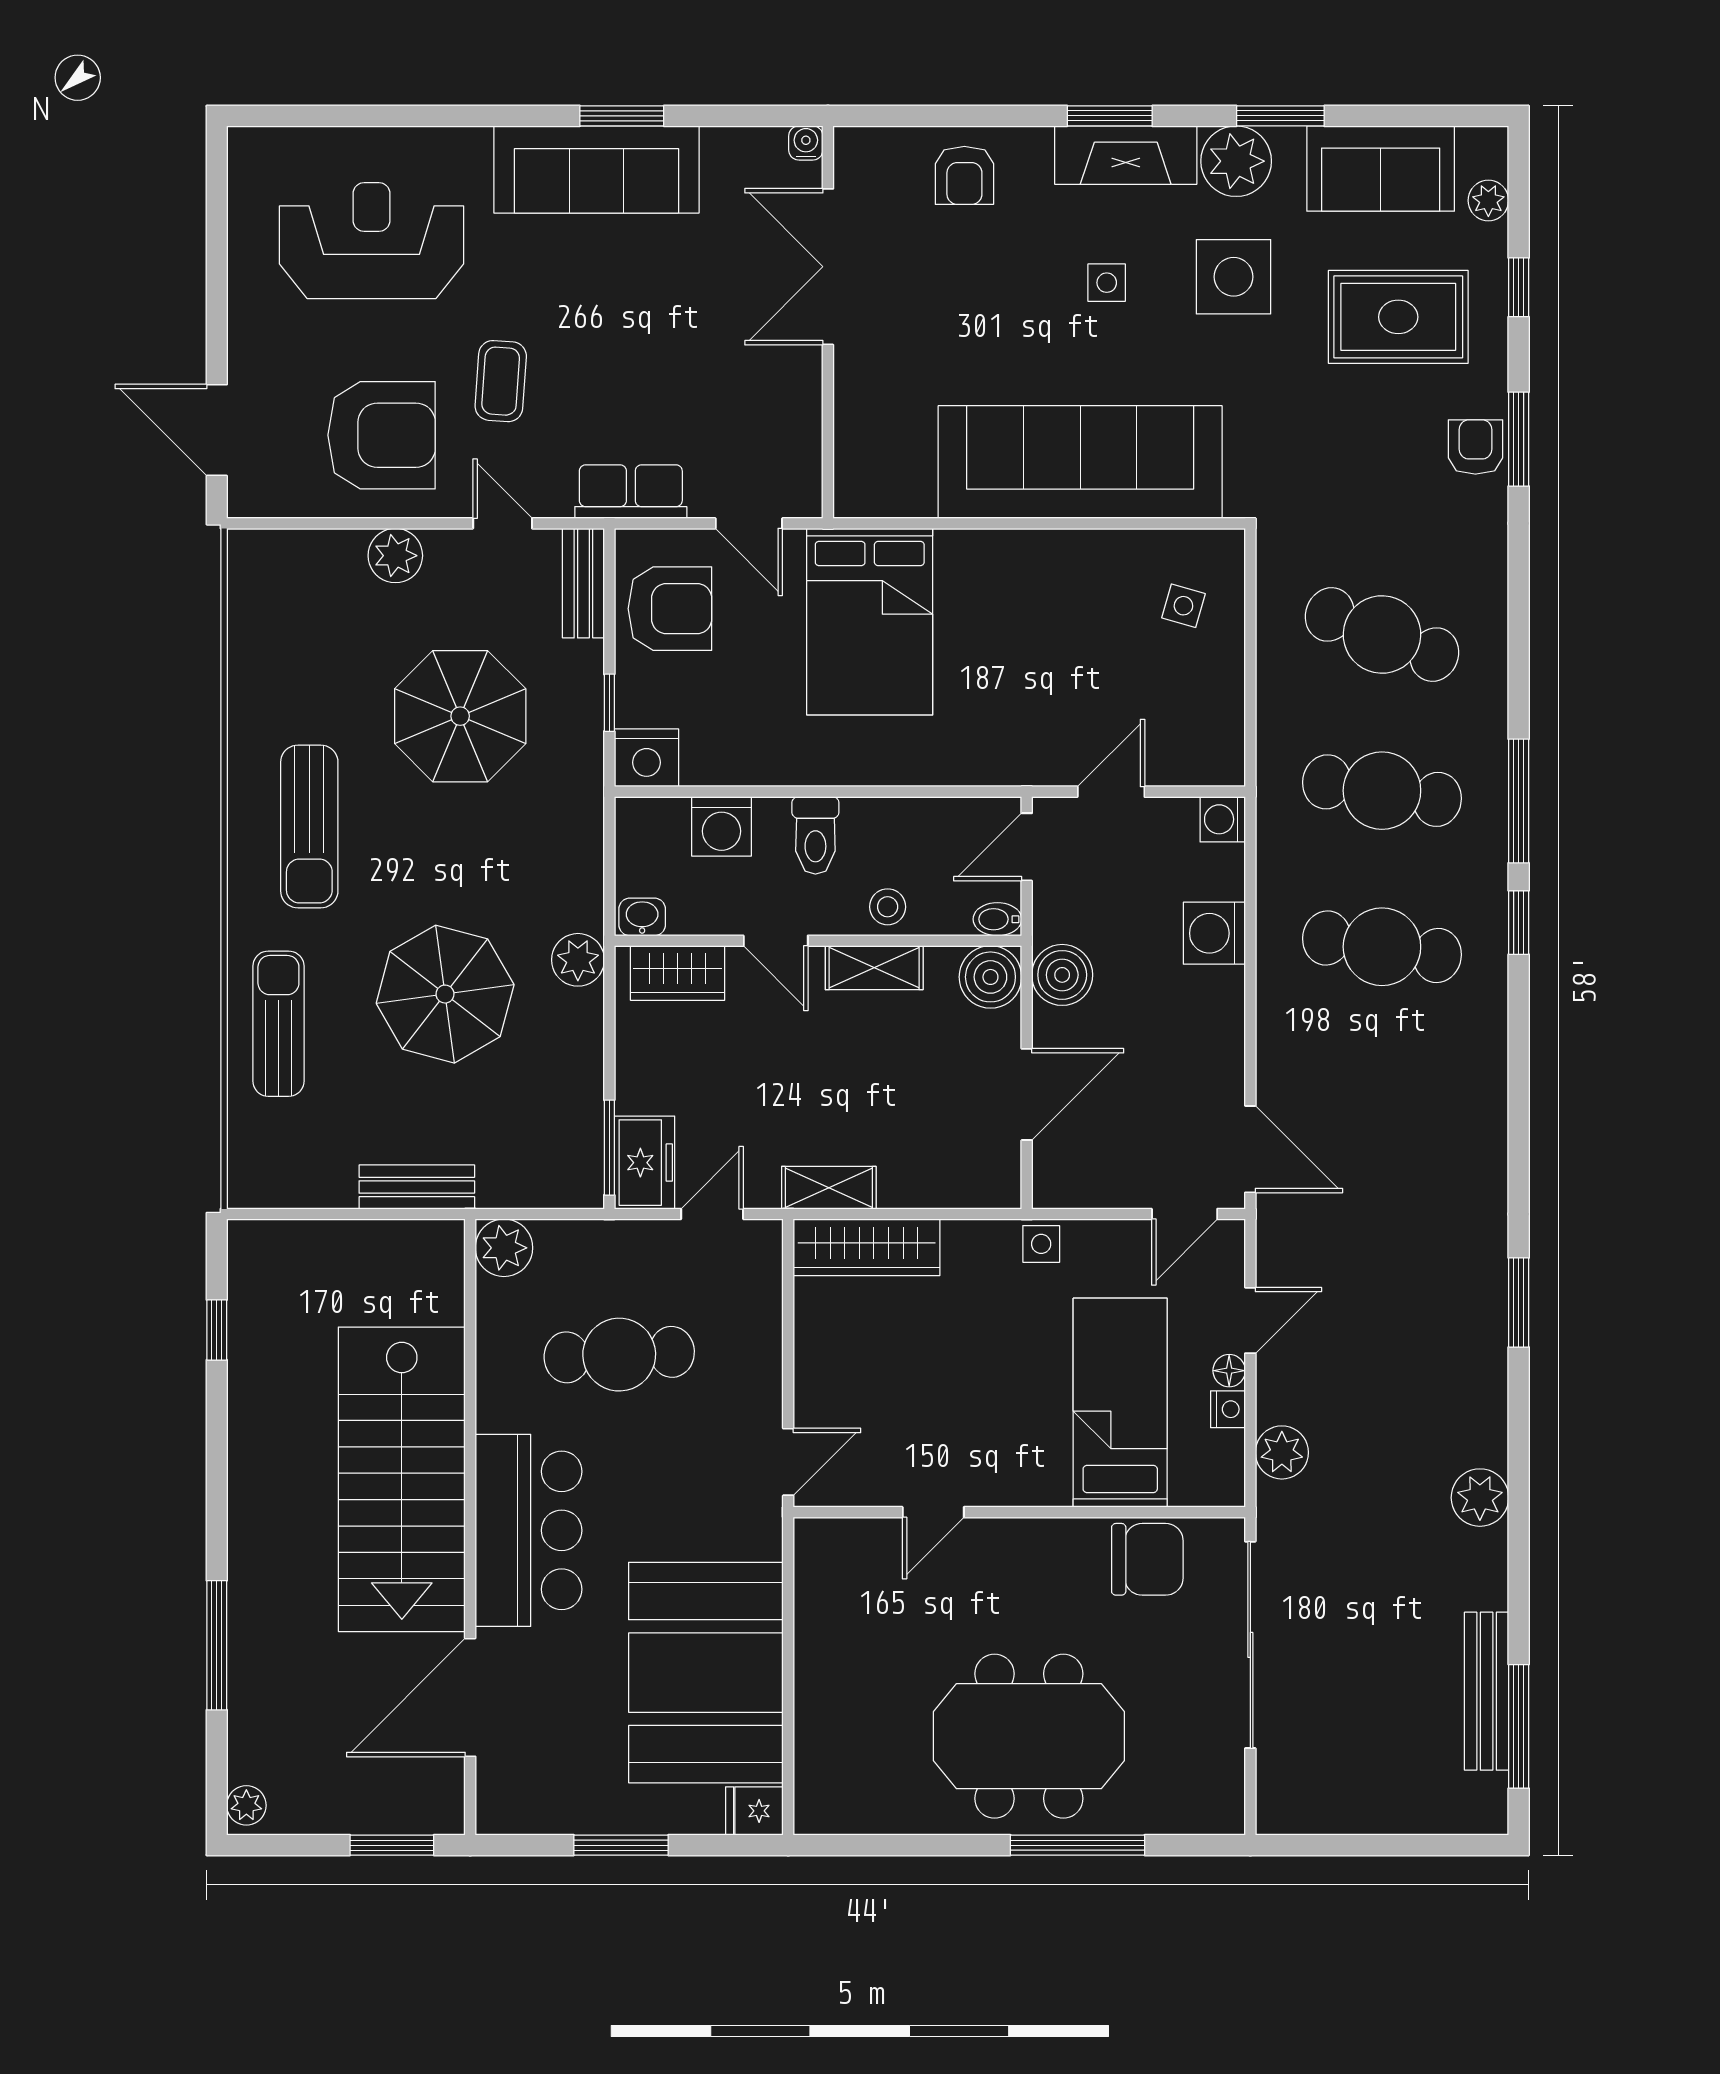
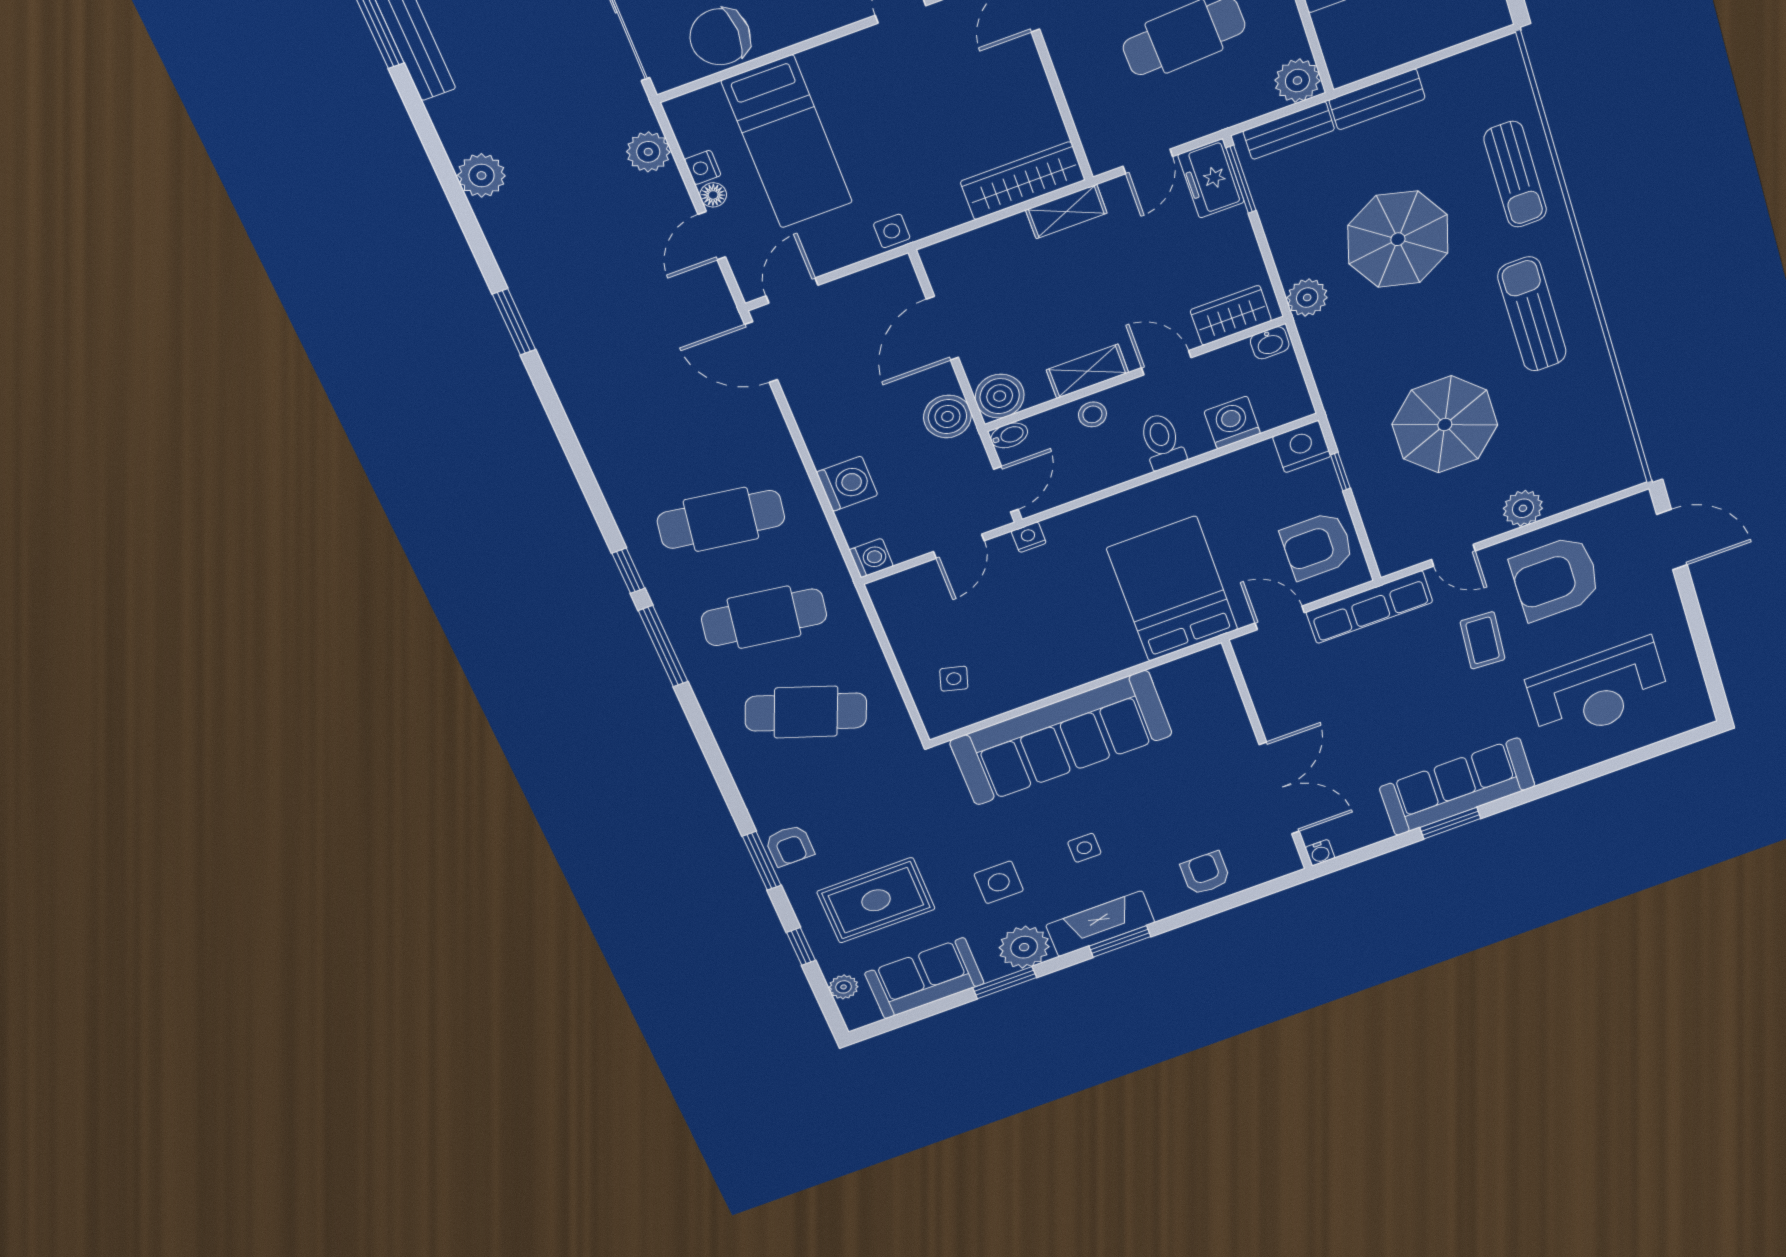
side table: (1234, 277) -> (999, 882), width x0.73, depth x0.73
row of seats: (631, 492) -> (1369, 607), width x1.48
bench: (583, 583) -> (1289, 130), moved, turned 90
nightstand: (1022, 769) -> (1029, 537), added

